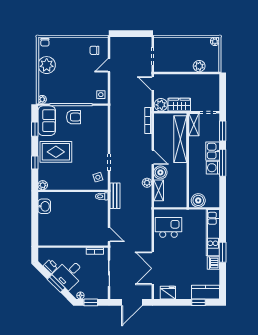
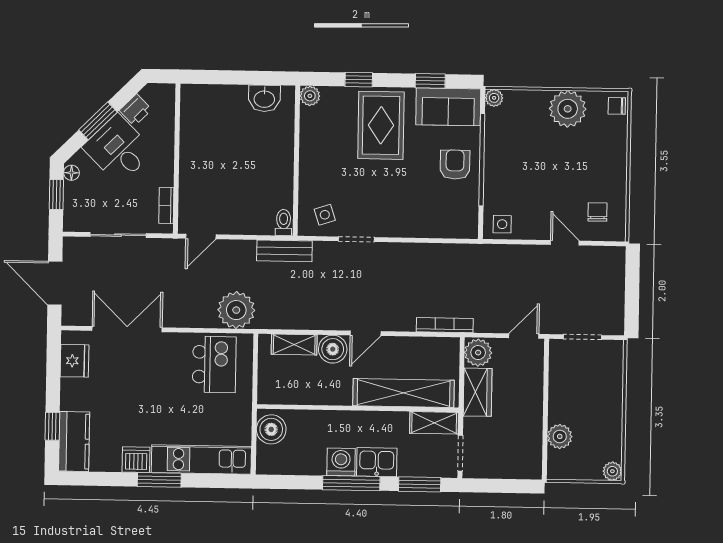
armchair: (73, 117) -> (455, 165), turned 180
plant: (147, 183) -> (236, 310), moved, width x1.88, depth x1.88

